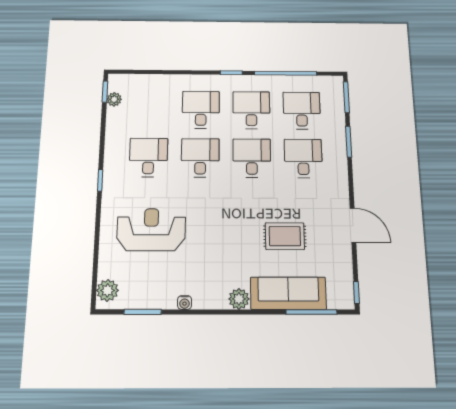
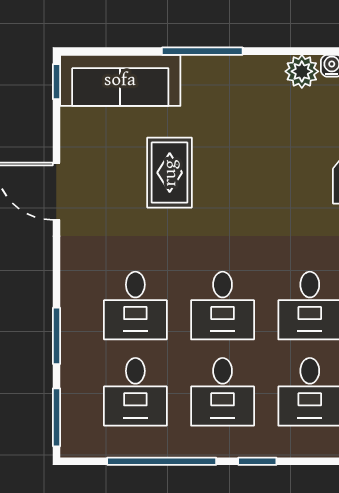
rug: (285, 236) -> (170, 173), turned 90
sofa: (288, 293) -> (120, 80), moved
plant: (239, 299) -> (302, 71), moved
window: (311, 312) -> (202, 51), moved

